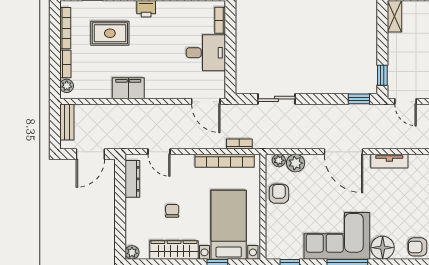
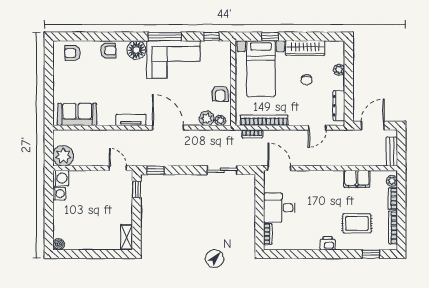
filing cabinet: (128, 88) -> (357, 179), moved
door: (159, 152) -> (317, 128), swing flipped
plant: (132, 252) -> (339, 70), moved

